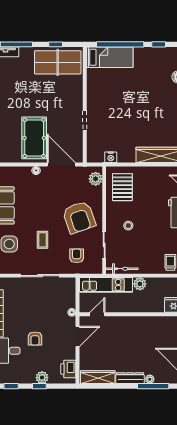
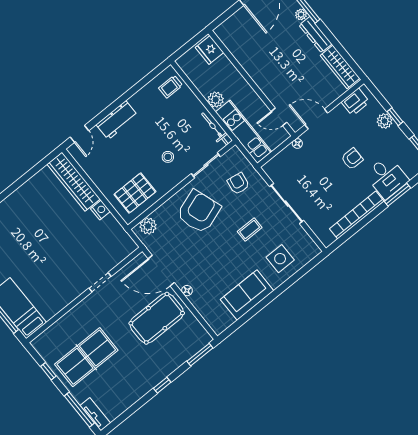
table tennis table: (58, 62) -> (86, 357), moved, turned 90
nightstand: (111, 157) -> (100, 210), moved
door: (61, 165) -> (161, 271), hinge flipped
armchair: (77, 256) -> (238, 183), turned 99

